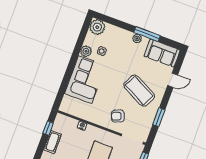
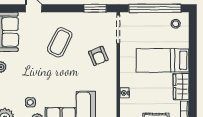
coffee table: (139, 91) -> (60, 42), width x0.73, depth x0.76
window: (159, 117) -> (95, 8), moved

